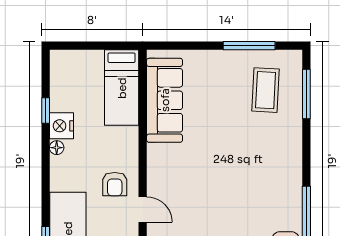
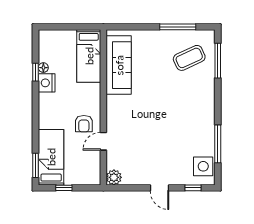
coffee table: (266, 90) -> (189, 58), turned 62
floor lamp: (57, 148) -> (43, 68), moved
door: (143, 210) -> (103, 141), swing flipped

